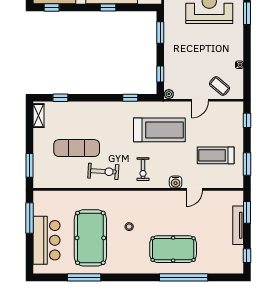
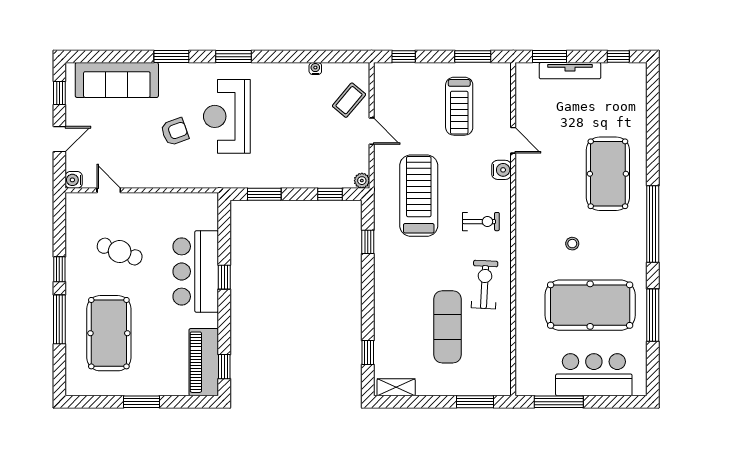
window: (184, 277) -> (653, 224), moved

